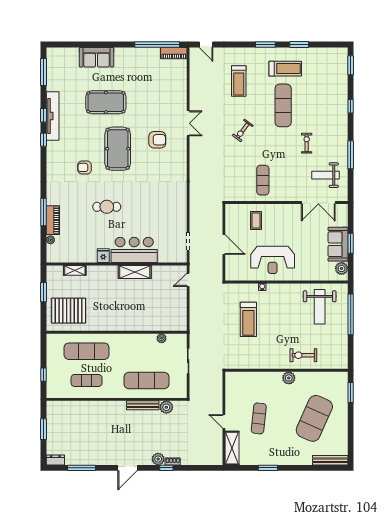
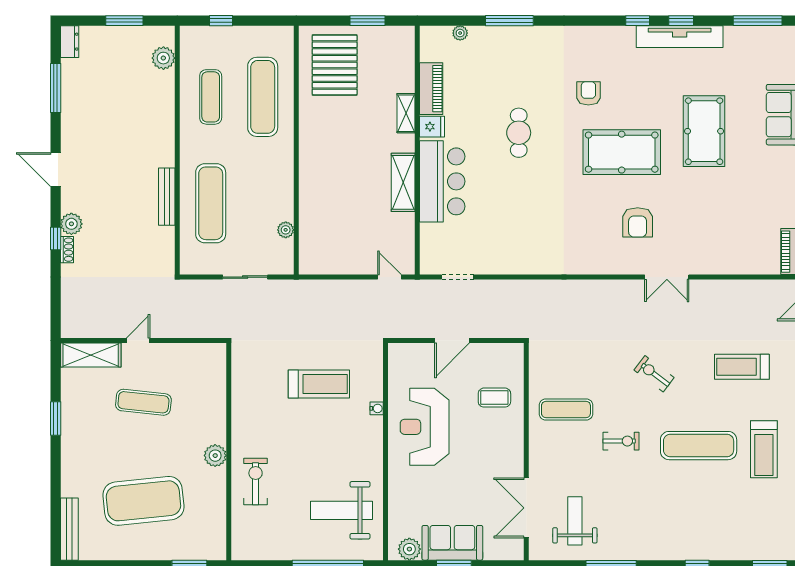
exercise bike: (307, 143) -> (621, 441), moved
piano: (53, 220) -> (431, 89), moved, turned -90
shelving: (75, 270) -> (406, 113), moved
treadmill: (248, 319) -> (319, 384), turned 180
plant: (166, 407) -> (163, 58), moved
exercise mat: (314, 418) -> (143, 501), turned -30

